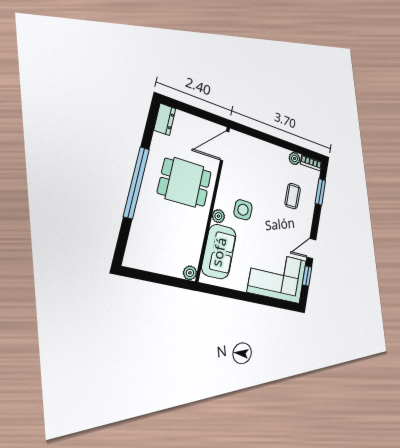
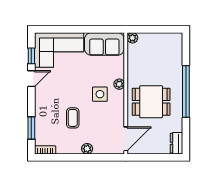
plant: (294, 158) -> (87, 149), moved
coffee table: (293, 196) -> (73, 118), moved
sofa: (219, 252) -> (104, 44), moved, turned -90

